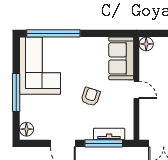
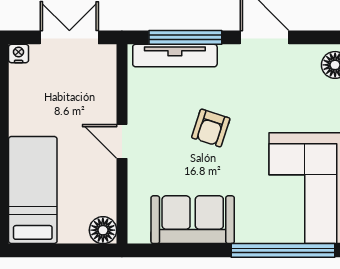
sofa: (121, 58) -> (193, 220), moved, turned -90
tv unit: (109, 134) -> (175, 56), width x1.41

